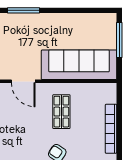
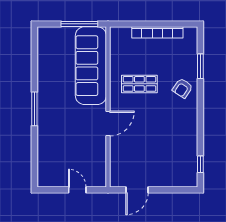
window: (24, 10) -> (34, 109), moved
window: (119, 40) -> (79, 24), moved

